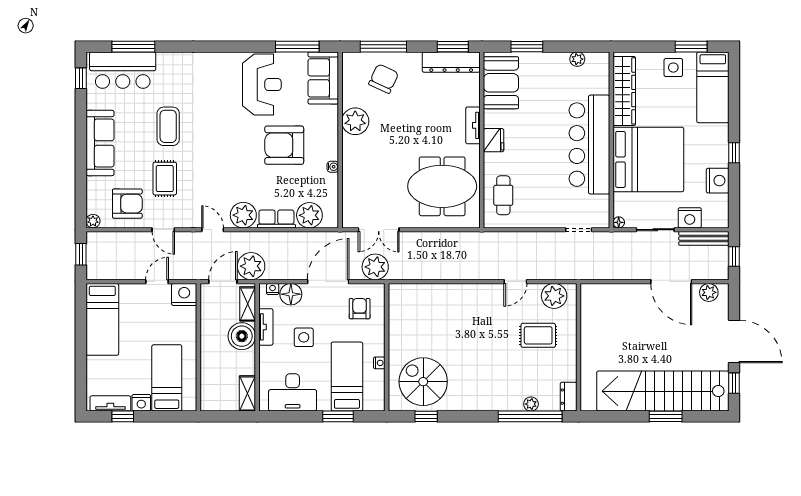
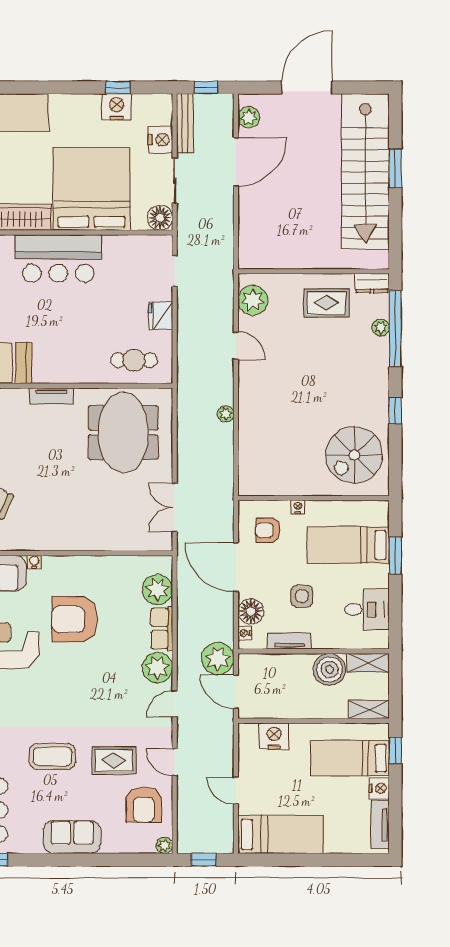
plant: (355, 121) -> (46, 535), removed
fridge: (494, 140) -> (161, 316), moved, turned -90
sofa: (100, 143) -> (72, 837), width x0.73
armchair: (284, 145) -> (75, 619), turned 90
bar counter: (589, 145) -> (58, 258), width x0.73
window: (734, 153) -> (118, 87), moved
water cooler: (333, 167) -> (34, 562), moved
armchair: (127, 204) -> (144, 805), turned 180
floor lamp: (619, 222) -> (160, 218), width x1.89, depth x1.89
door: (163, 230) -> (175, 762), swing flipped
double door: (379, 230) -> (175, 508), swing flipped
plant: (375, 267) -> (226, 414), moved, width x0.53, depth x0.53
door: (157, 282) -> (236, 791), moved
nightstand: (184, 294) -> (274, 736), moved, turned 90
shelving: (248, 304) -> (369, 710), moved
rug: (538, 335) -> (326, 303), moved, turned 90
boiler: (242, 336) -> (330, 669), moved
nightstand: (379, 363) -> (298, 507), moved
window: (734, 383) -> (356, 87), removed
desk: (293, 392) -> (367, 609), width x0.73
window: (123, 416) -> (395, 750), moved
window: (426, 416) -> (395, 411), moved

